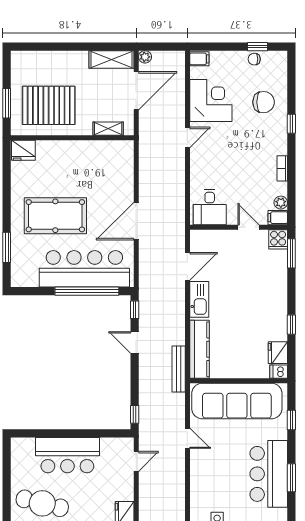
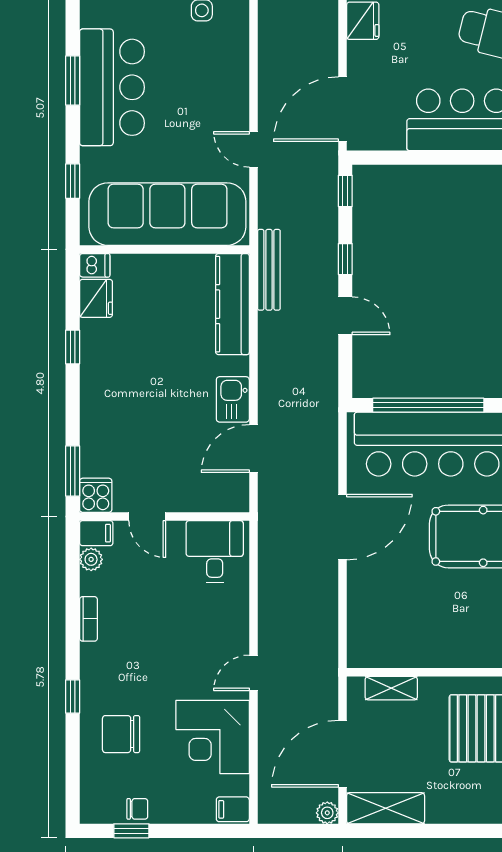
kitchen sink: (199, 299) -> (233, 399), width x0.73
window: (135, 310) -> (345, 259), moved
door: (136, 461) -> (342, 109), width x1.87

